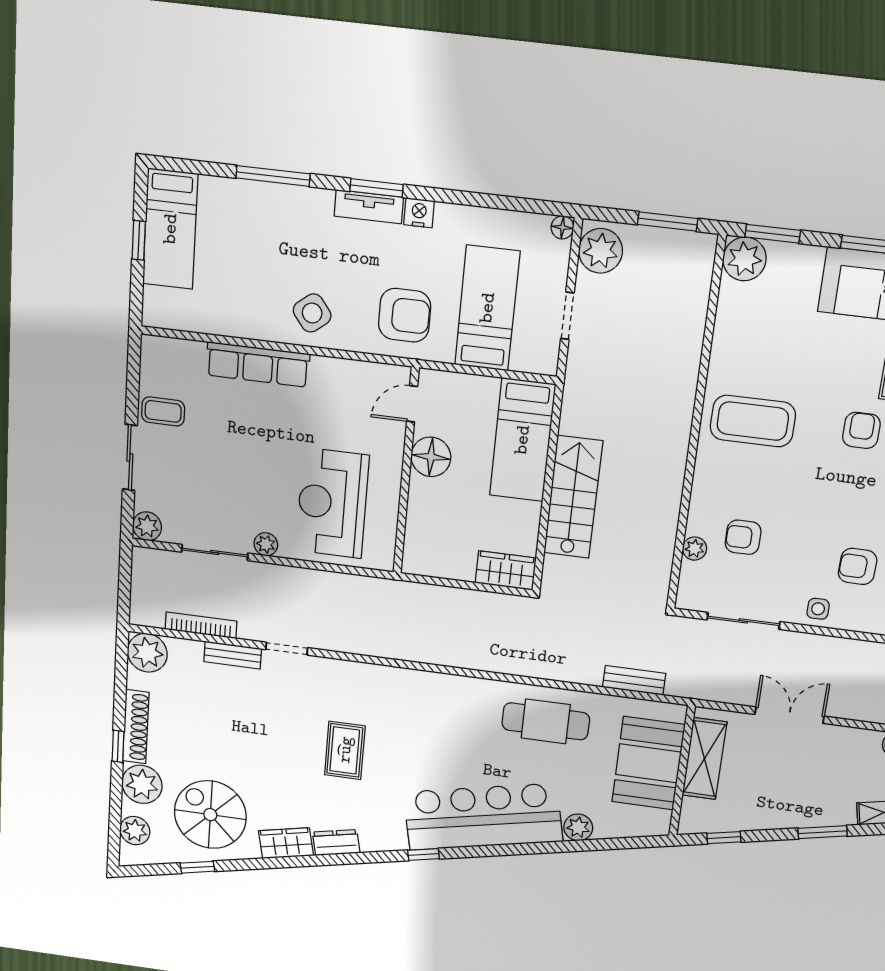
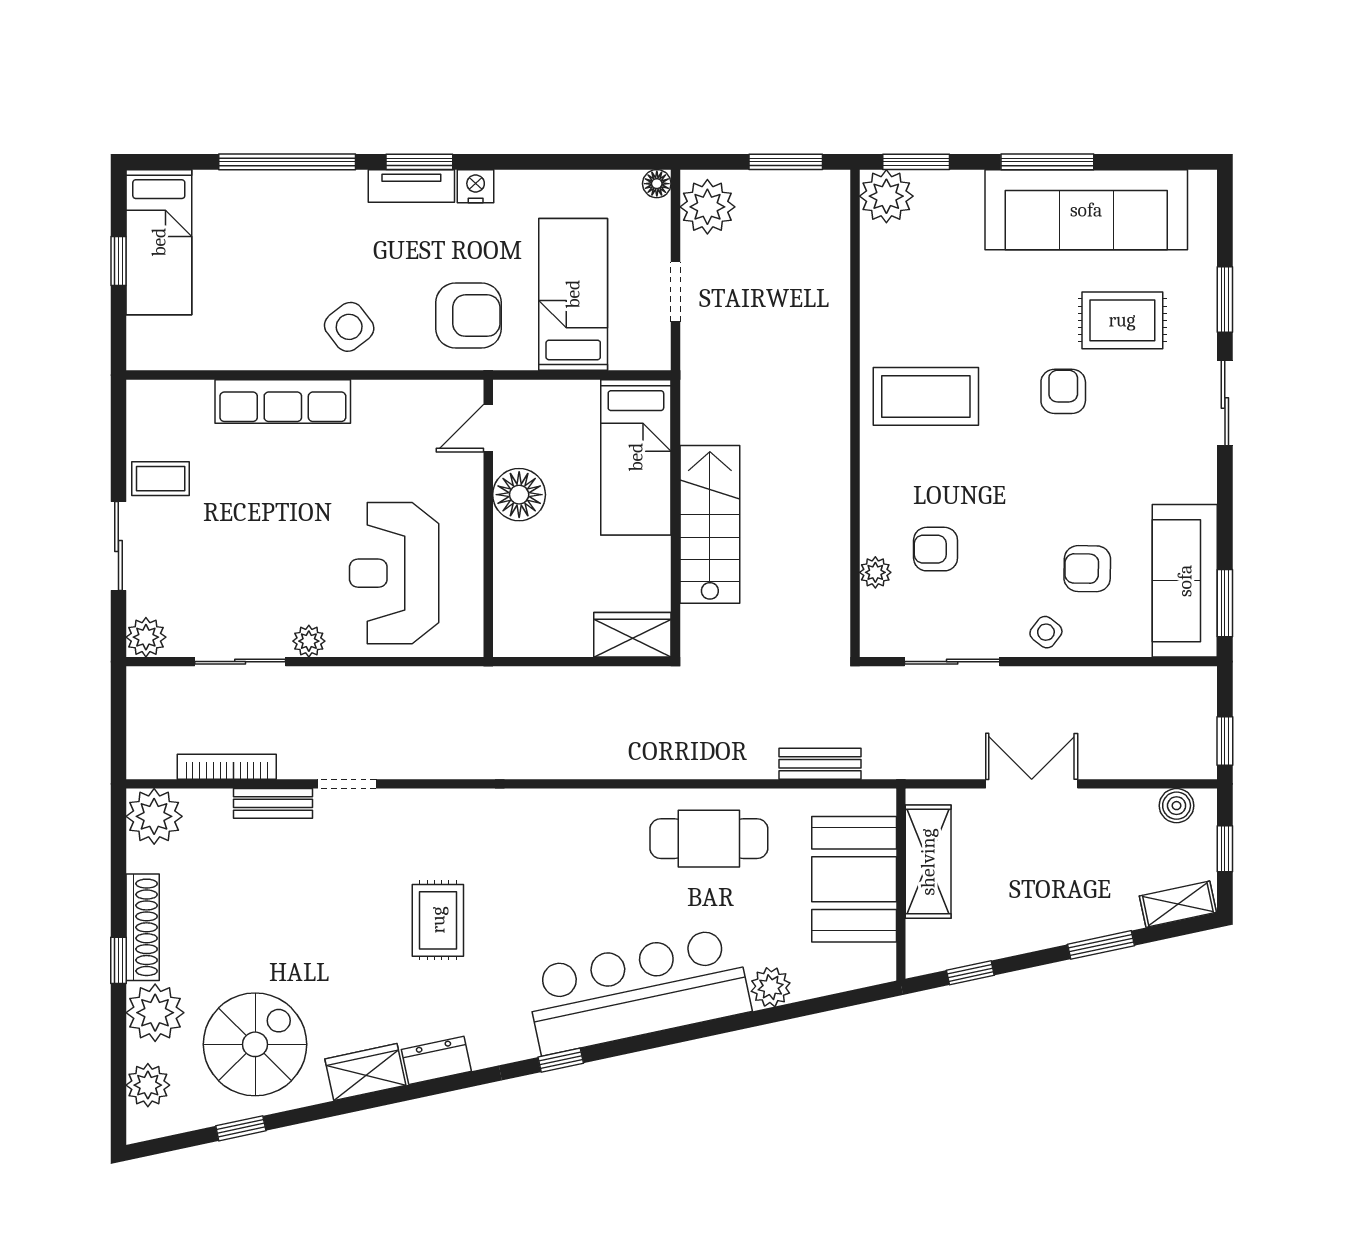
window: (273, 176) -> (287, 162), width x1.46
side table: (818, 609) -> (1046, 632), turned 38
spiral stairs: (210, 815) -> (255, 1044), turned 90

